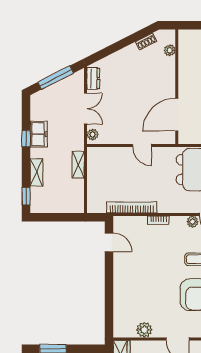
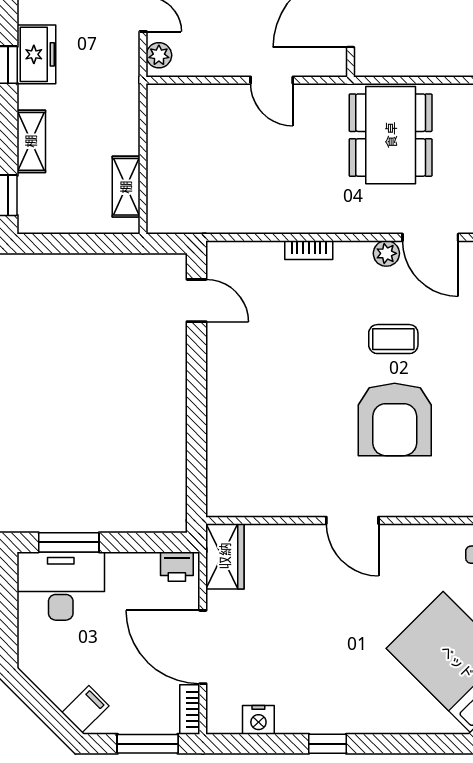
shelving: (78, 165) -> (126, 187), moved
bookcase: (132, 208) -> (248, 221), removed
plant: (144, 330) -> (277, 500), removed

